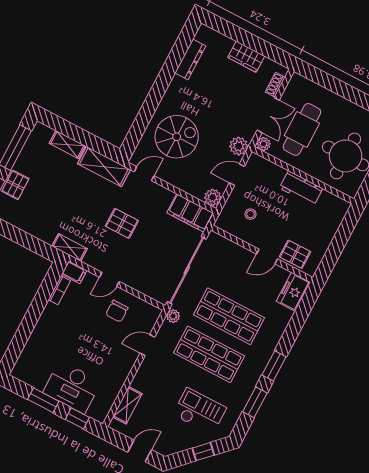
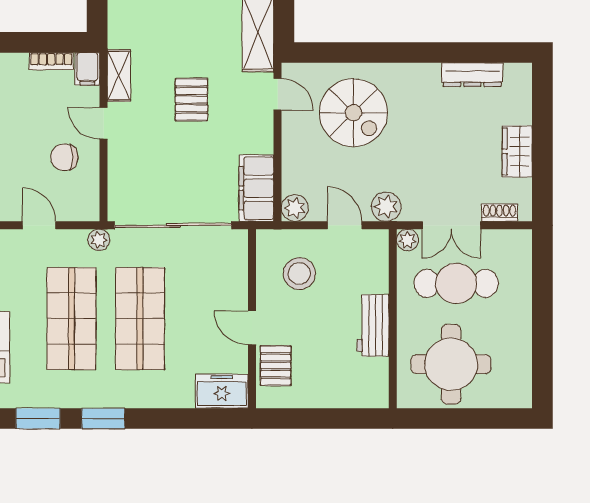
stool: (251, 214) -> (299, 274), width x1.89, depth x1.89
shelving: (70, 247) -> (119, 76), moved

